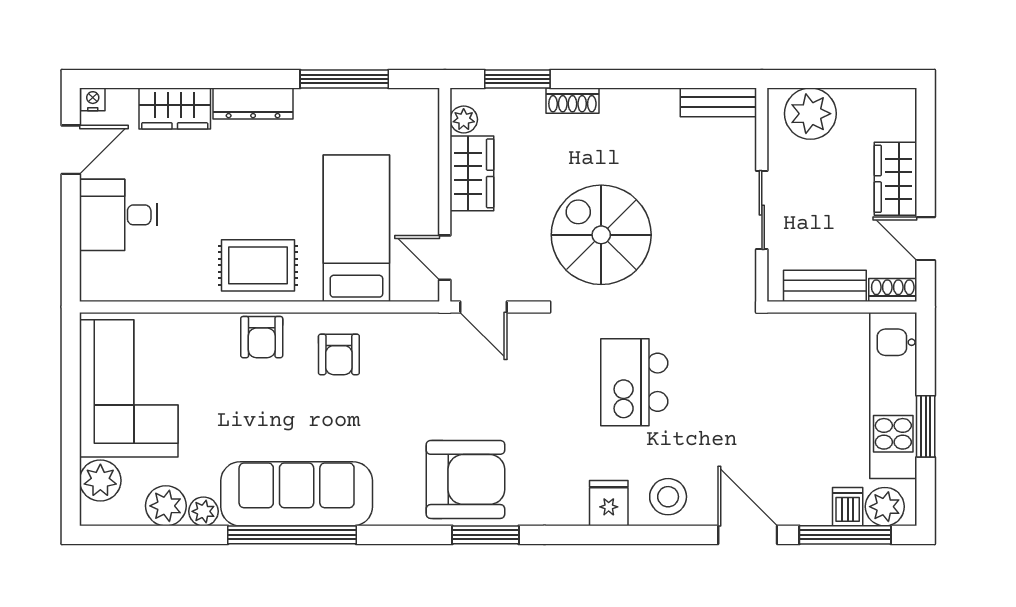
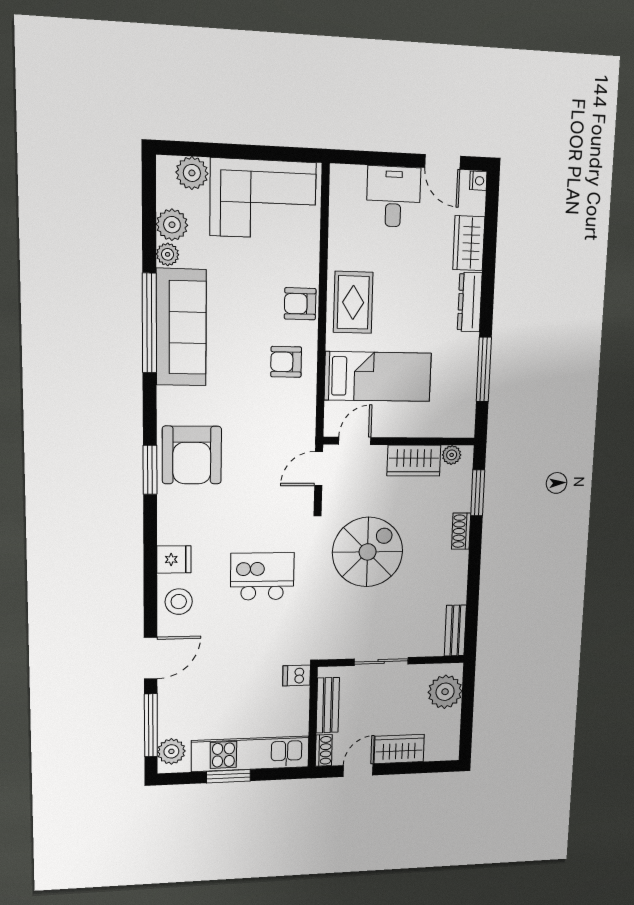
dishwasher: (848, 507) -> (297, 675), moved, turned 180

